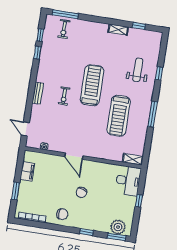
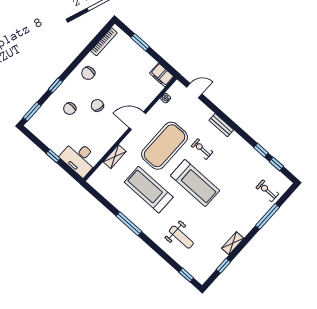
window: (65, 14) -> (268, 216), moved
window: (159, 73) -> (186, 275), moved
exercise mat: (79, 125) -> (165, 146), added
shelving: (133, 159) -> (115, 157), moved
filing cabinet: (27, 171) -> (162, 75), moved
chair: (97, 211) -> (70, 109), added
plant: (118, 227) -> (41, 119), removed

